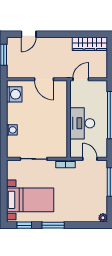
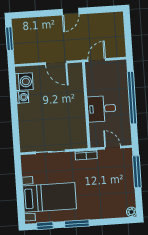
door: (29, 34) -> (70, 12), moved
wardrobe: (90, 44) -> (104, 20), removed
desk: (82, 123) -> (102, 109), width x0.73
washing machine: (12, 130) -> (22, 97), moved

